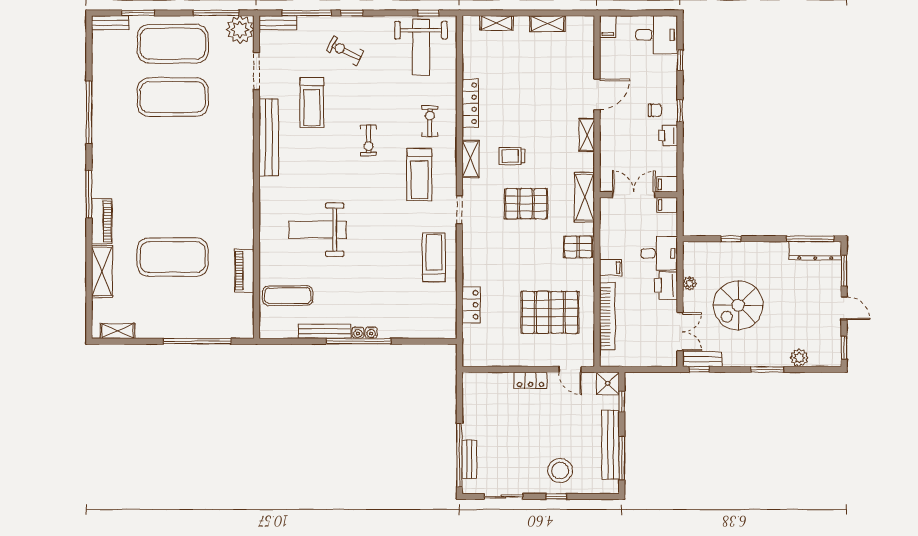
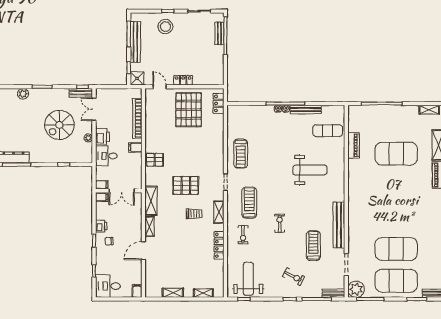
shelving: (584, 197) -> (151, 201), moved
locker: (471, 305) -> (218, 103), moved
spiral stairs: (738, 305) -> (59, 125), turned 180
pallet: (550, 312) -> (189, 110), moved, turned 90

